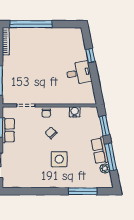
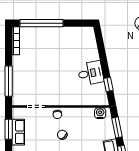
window: (90, 56) -> (108, 84), moved
water cooler: (75, 112) -> (100, 113), moved

